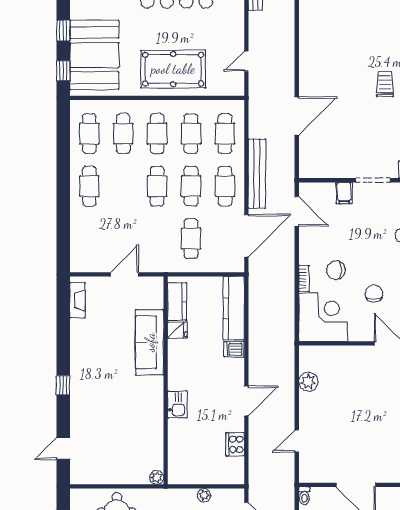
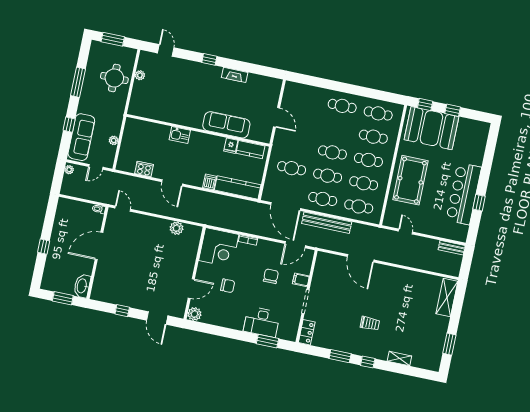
chair: (336, 270) -> (271, 276), moved
fireplace: (78, 300) -> (235, 75), moved
door: (297, 441) -> (123, 209), moved
plant: (157, 477) -> (140, 75), moved

